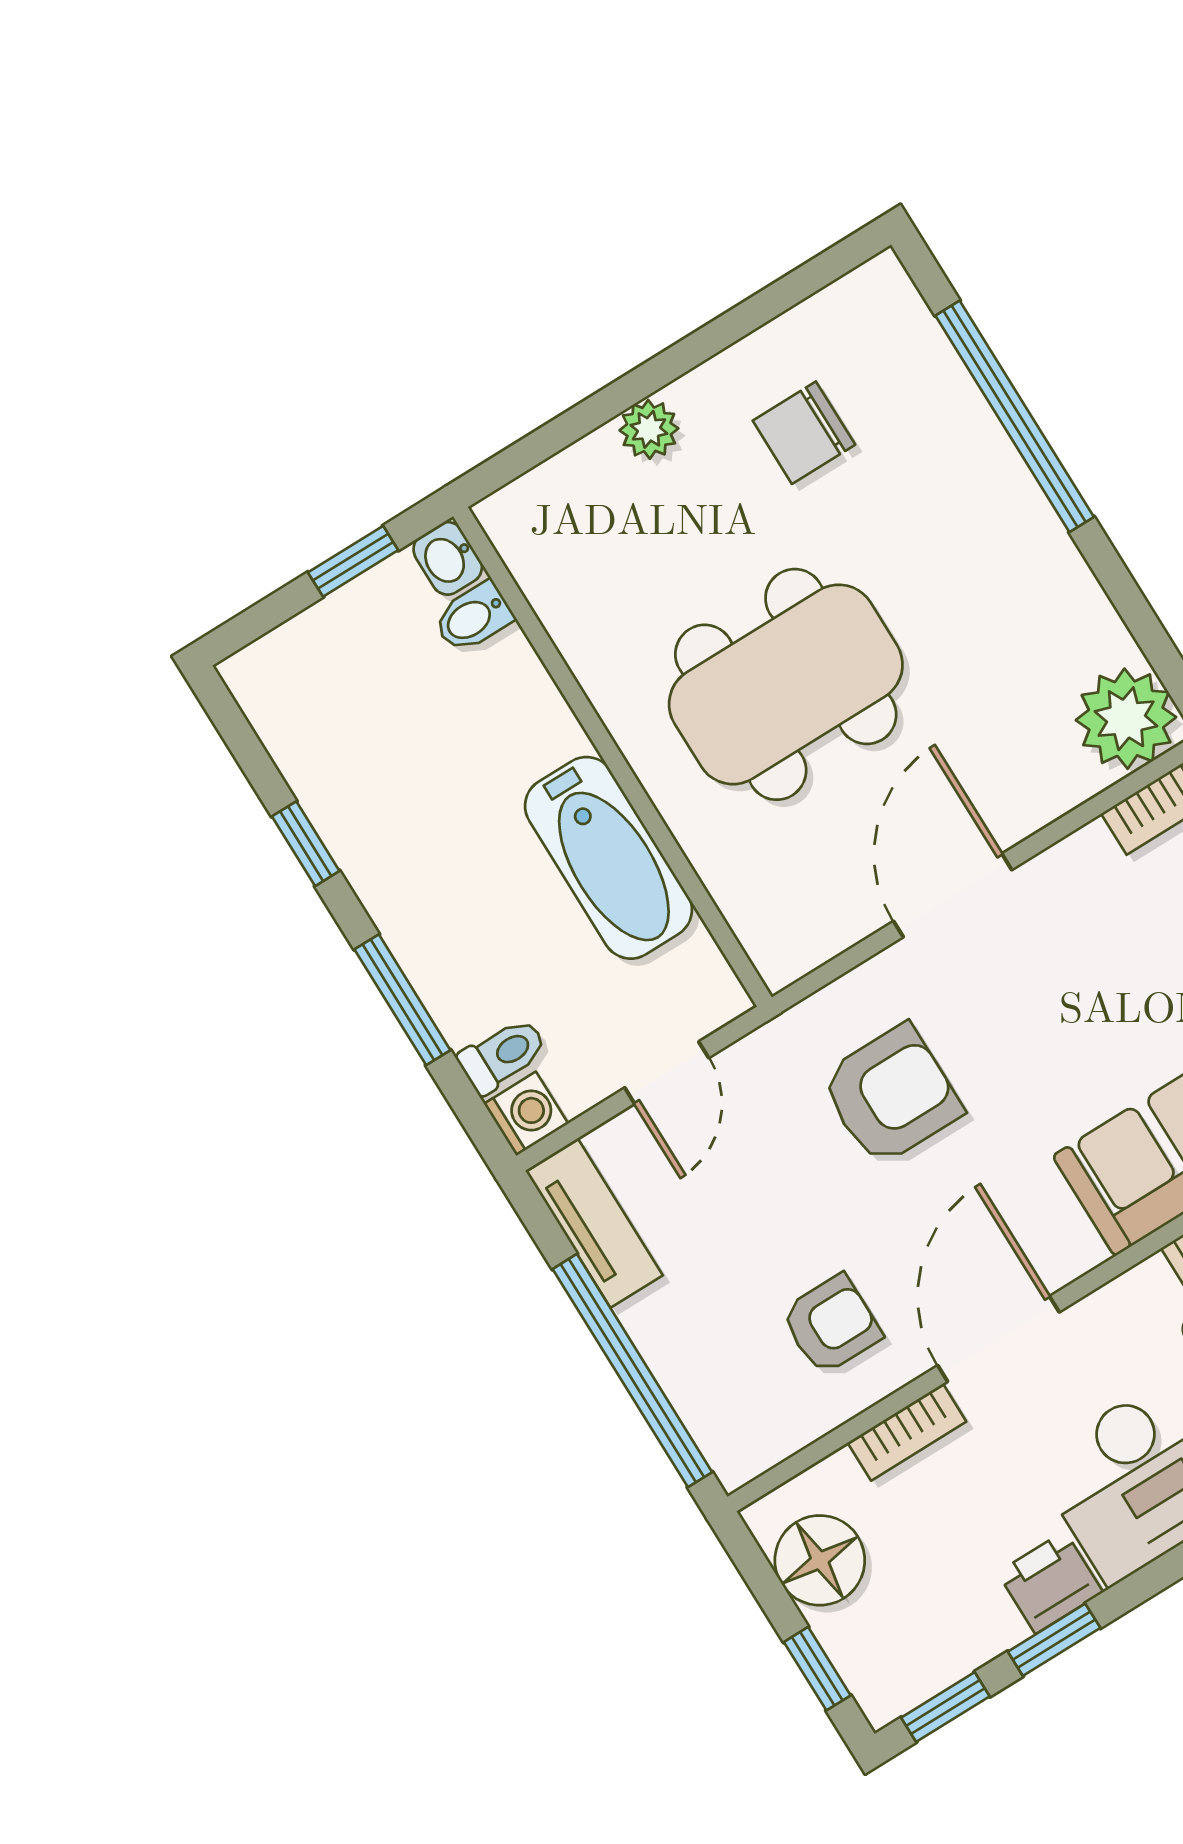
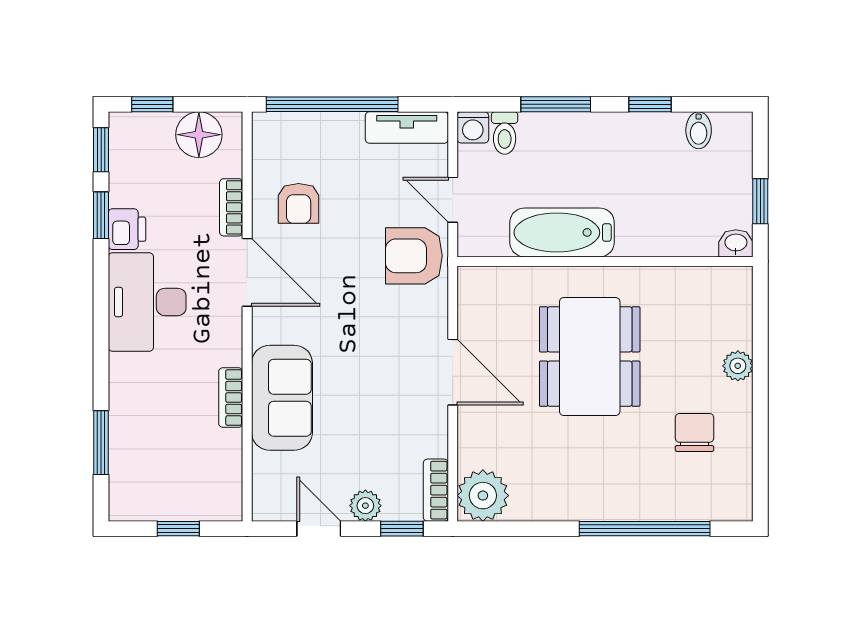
bidet: (473, 617) -> (699, 130), moved, turned 180
armchair: (891, 1095) -> (414, 256), moved, turned 90

